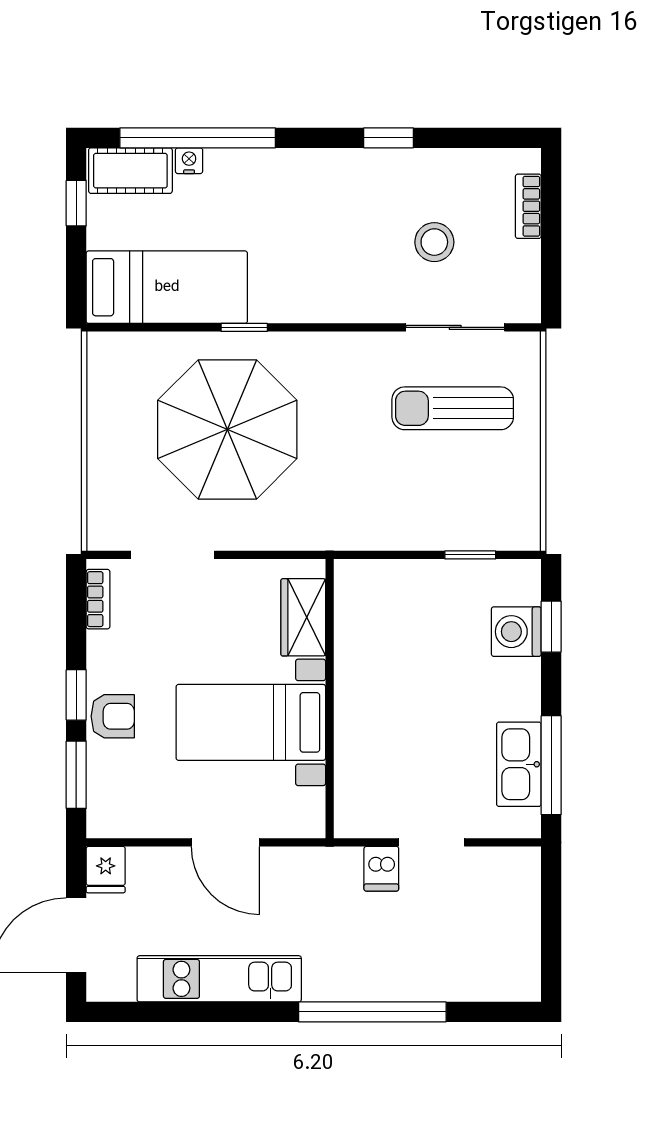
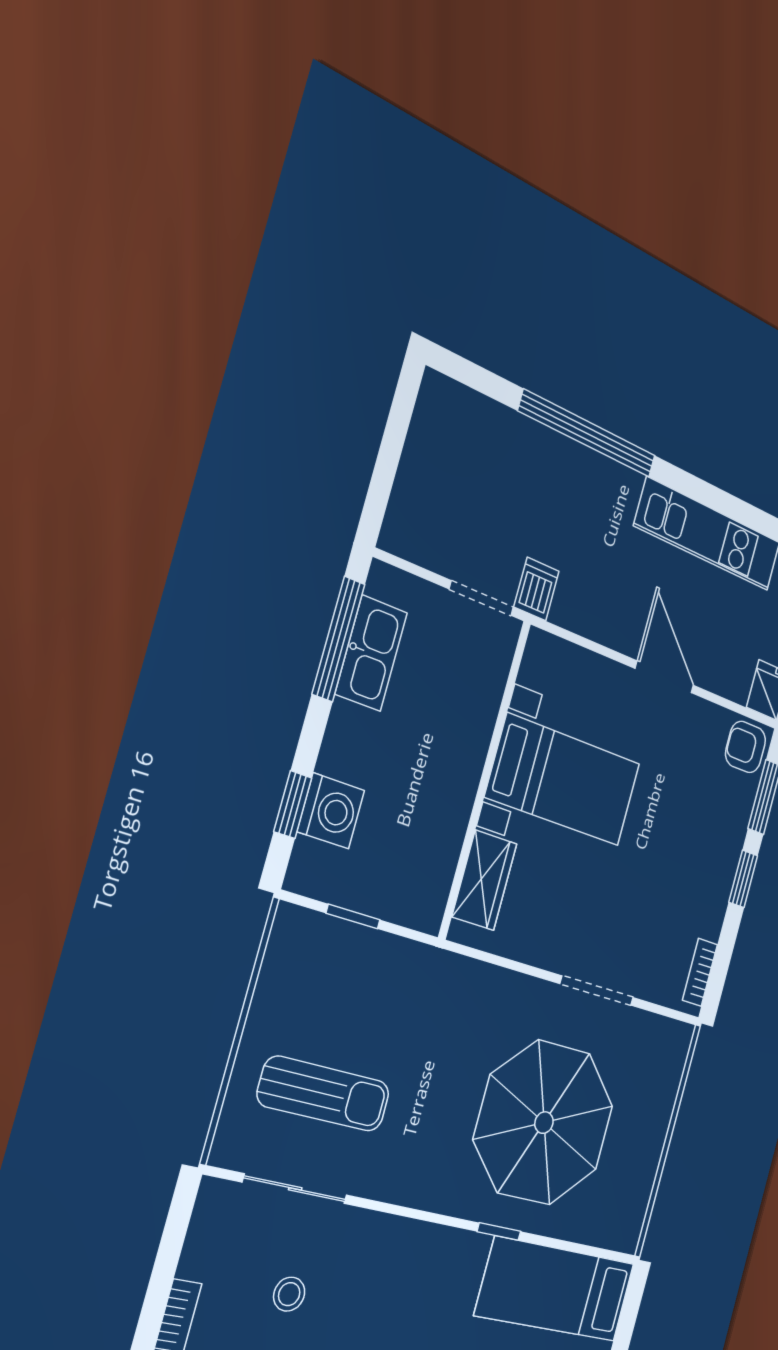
stool: (434, 242) -> (289, 1294), width x0.73, depth x0.73
doorway: (173, 555) -> (597, 991), moved
wardrobe: (303, 617) -> (484, 880), moved
wall: (330, 699) -> (485, 780), moved
armchair: (113, 716) -> (746, 747), moved
bed with nightstands: (251, 722) -> (563, 780), moved

